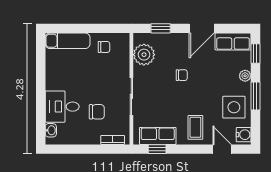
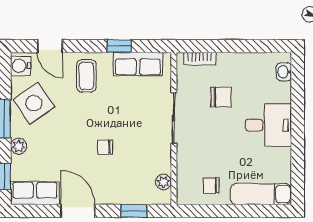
door: (202, 28) -> (78, 211), hinge flipped
plant: (144, 55) -> (163, 182), width x0.53, depth x0.53
desk: (62, 107) -> (268, 125), moved
side table: (234, 107) -> (34, 103), turned -35
chair: (97, 112) -> (221, 97), turned 180
window: (157, 149) -> (119, 46), moved

